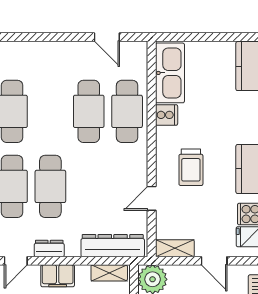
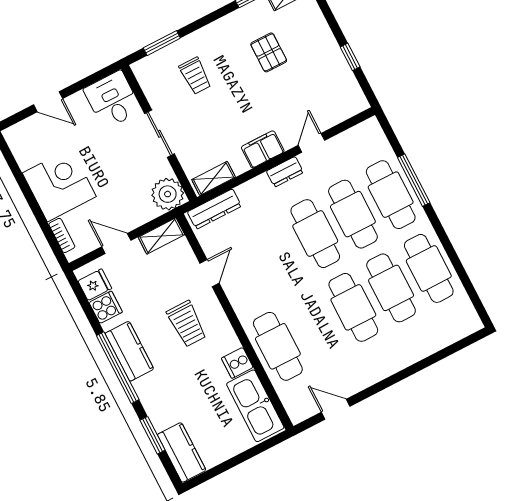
cafe table: (89, 111) -> (353, 307), moved
trolley: (191, 167) -> (187, 324), turned 180
dresser: (113, 246) -> (214, 209), width x0.73, depth x0.80

